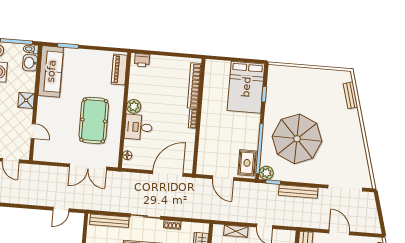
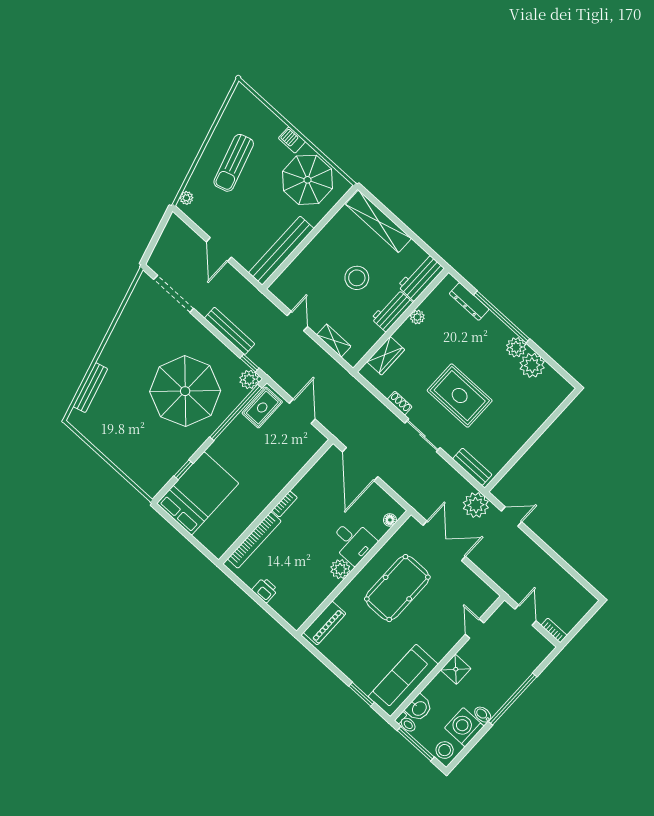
printer: (142, 60) -> (265, 590), moved
bench: (350, 95) -> (90, 388), width x1.36
door: (168, 173) -> (360, 464), hinge flipped
plant: (86, 201) -> (476, 505), added
bench: (109, 221) -> (472, 467), width x0.73

